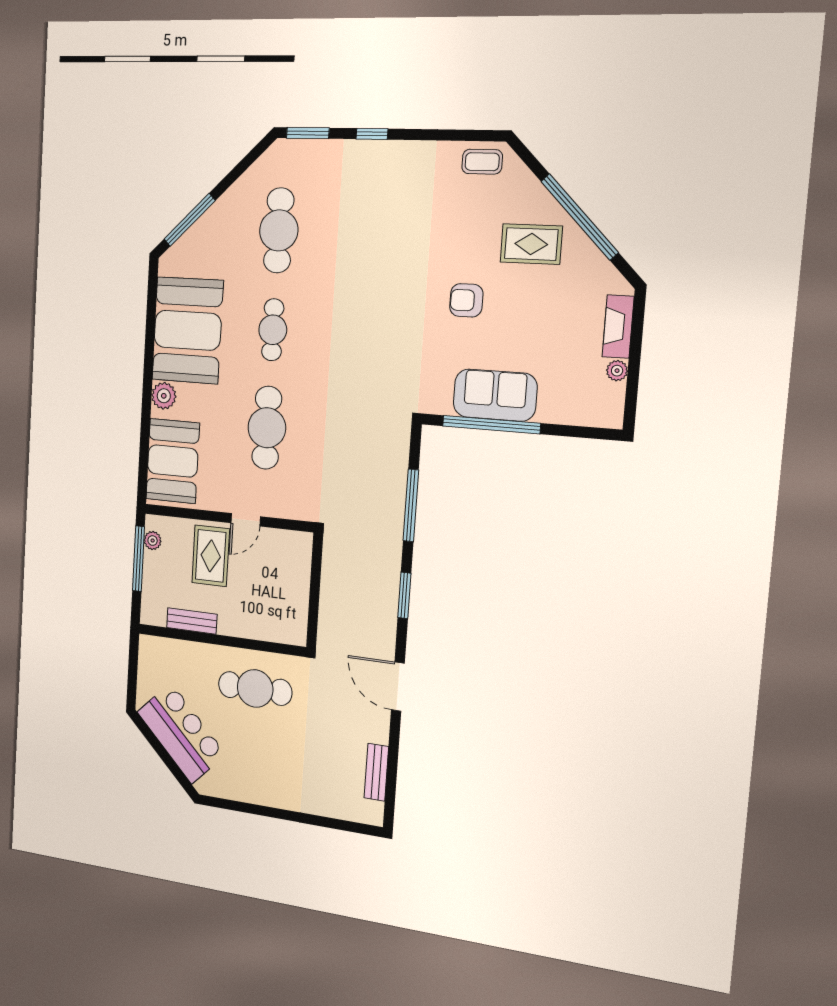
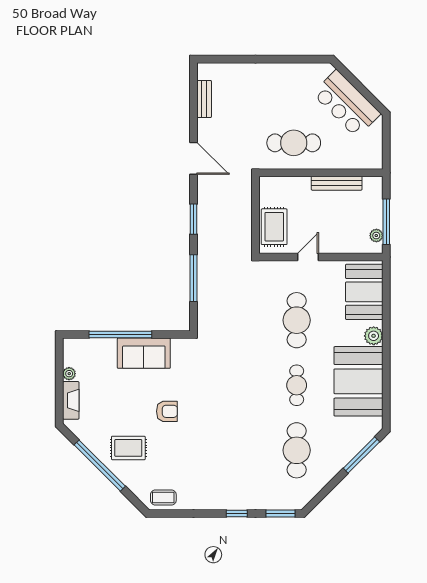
window: (491, 425) -> (120, 334), moved
rug: (211, 556) -> (274, 227), moved
bench: (192, 621) -> (337, 183), width x1.36

